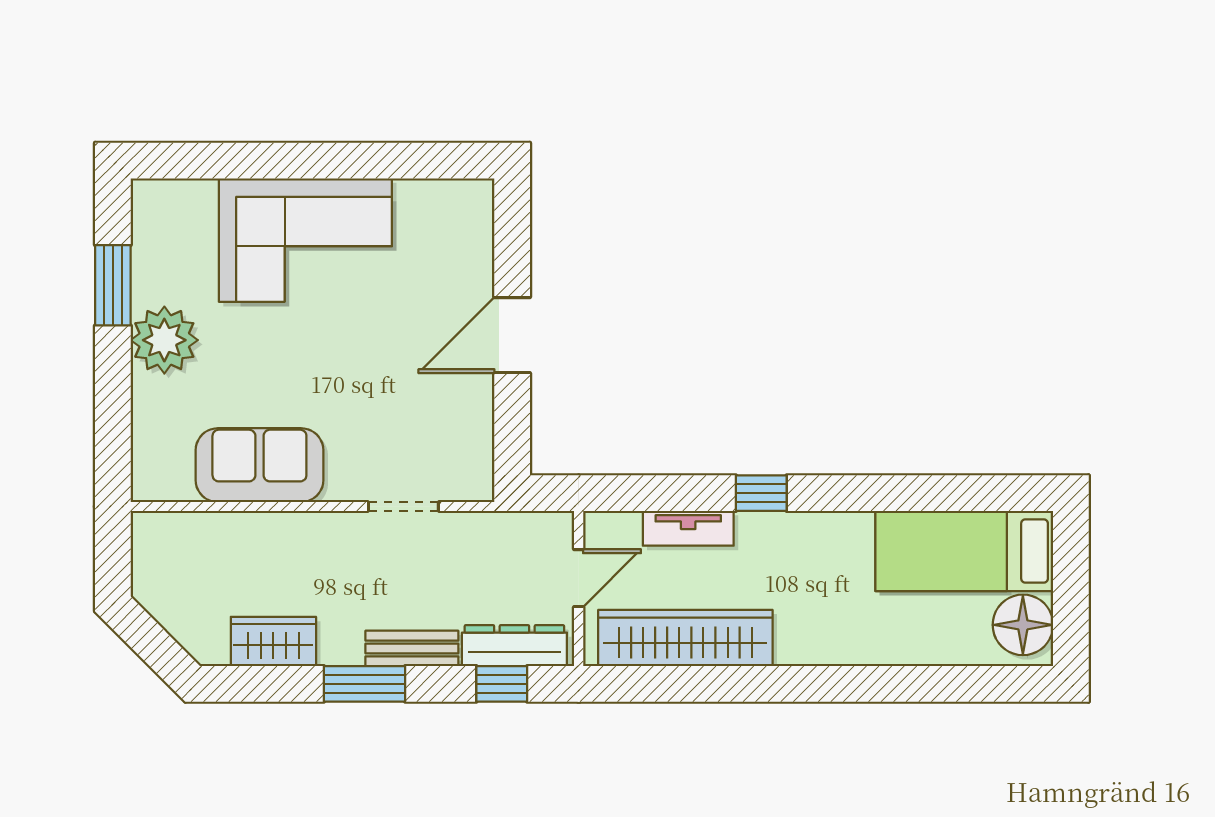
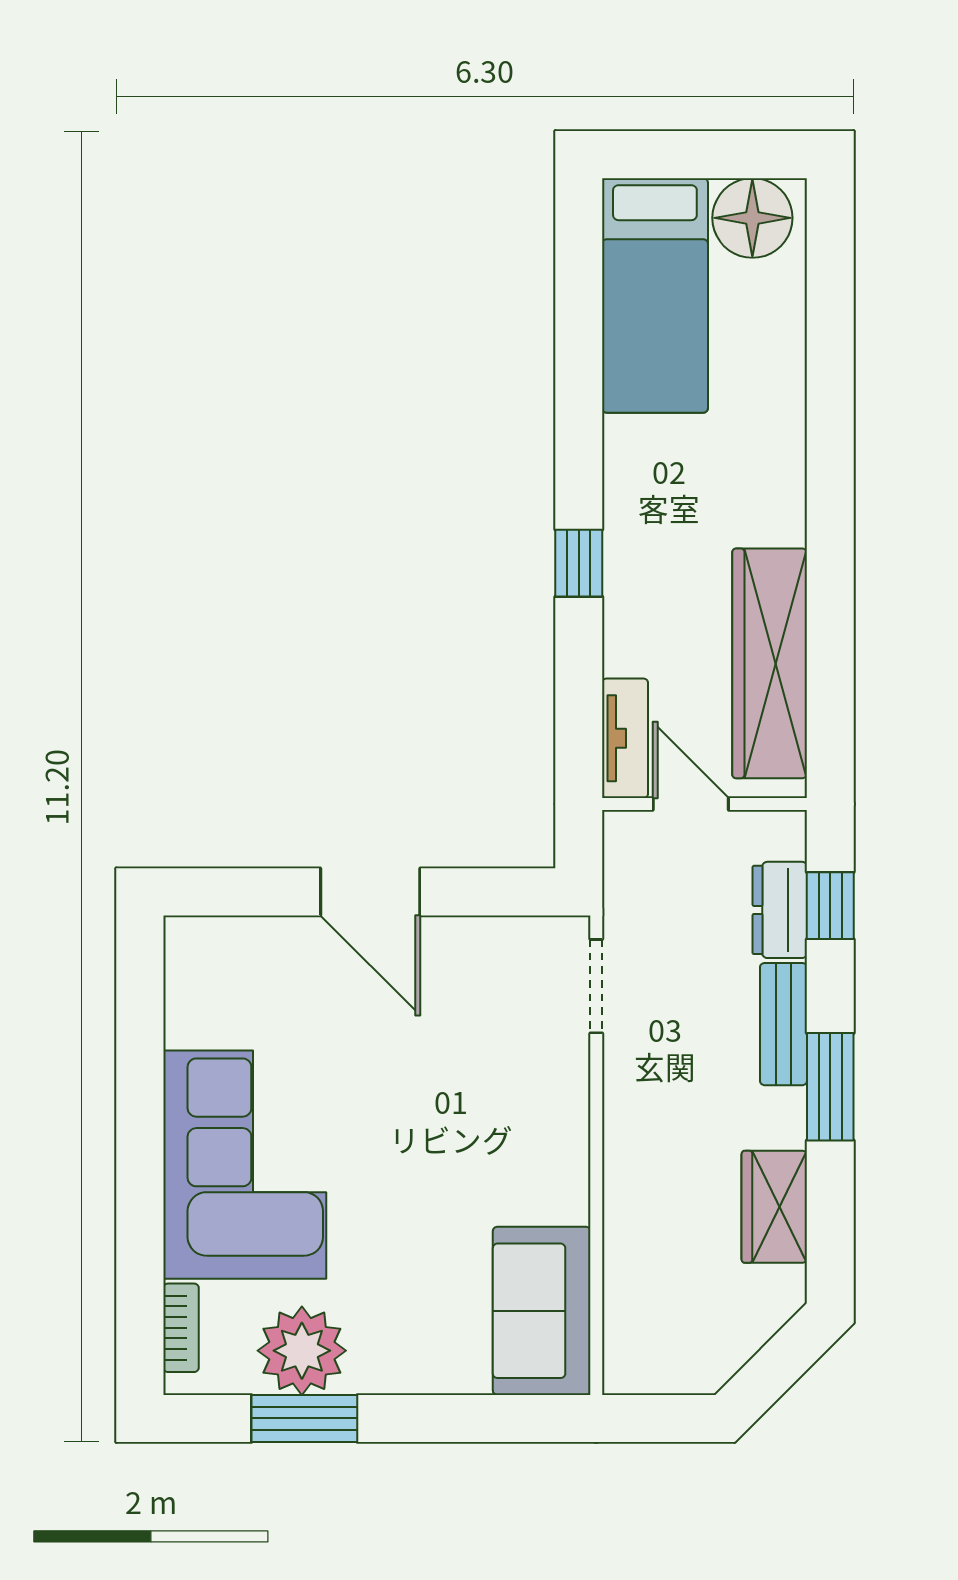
bookcase: (182, 192) -> (181, 1328), added
plant: (164, 340) -> (302, 1351), moved
sofa: (259, 465) -> (542, 1311), moved
doorway: (403, 507) -> (596, 986), moved
tv unit: (688, 528) -> (625, 738), moved
dresser: (514, 646) -> (780, 910), width x0.70

